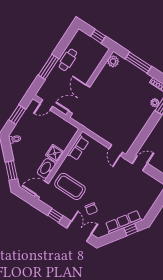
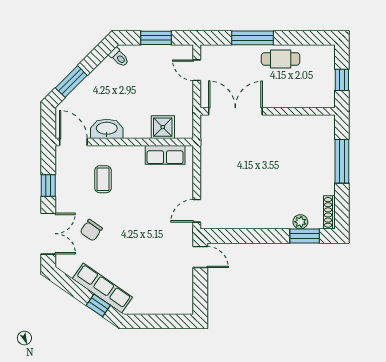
plant: (113, 61) -> (320, 124), removed
shower: (55, 153) -> (163, 127), moved
coffee table: (70, 186) -> (103, 179), width x0.54, depth x0.58

